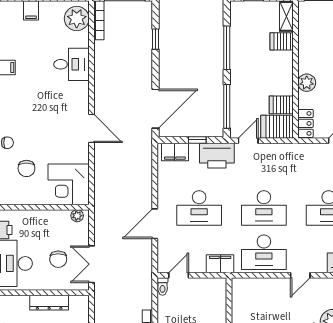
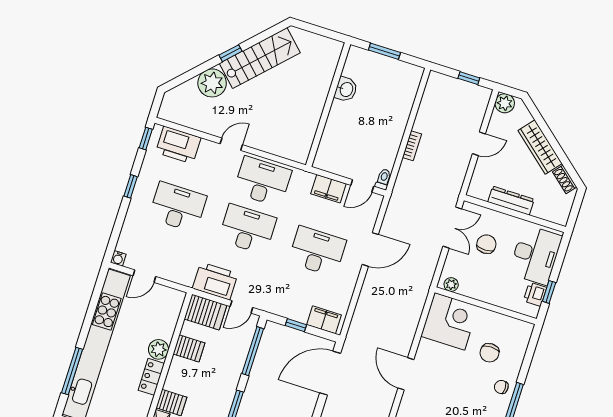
server rack: (281, 105) -> (189, 348), moved
locker: (305, 123) -> (151, 377), moved
printer: (217, 156) -> (215, 281), moved
chair: (26, 168) -> (490, 353), turned 180
filing cabinet: (220, 264) -> (328, 189), moved

